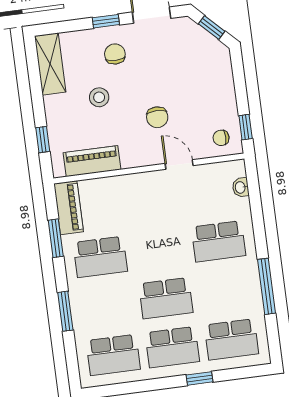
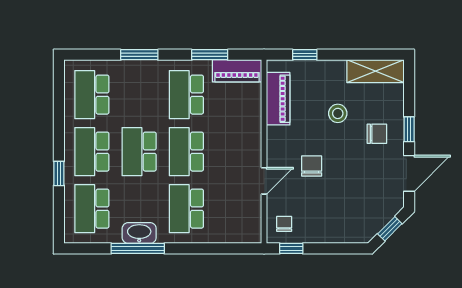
chair: (157, 117) -> (312, 166), turned 90
washbasin: (241, 187) -> (139, 233), moved, width x1.91, depth x1.45
school desk: (159, 249) -> (186, 152), added

